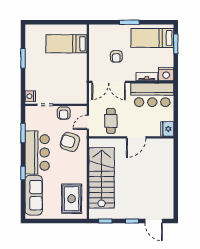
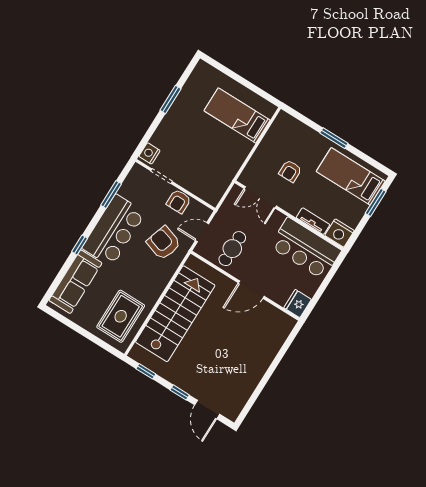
double door: (109, 82) -> (260, 197), width x0.73

